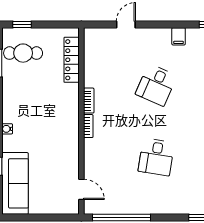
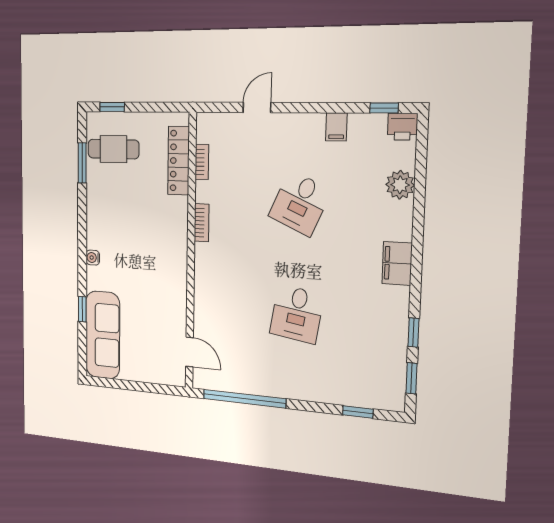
bookcase: (88, 126) -> (202, 162), moved

